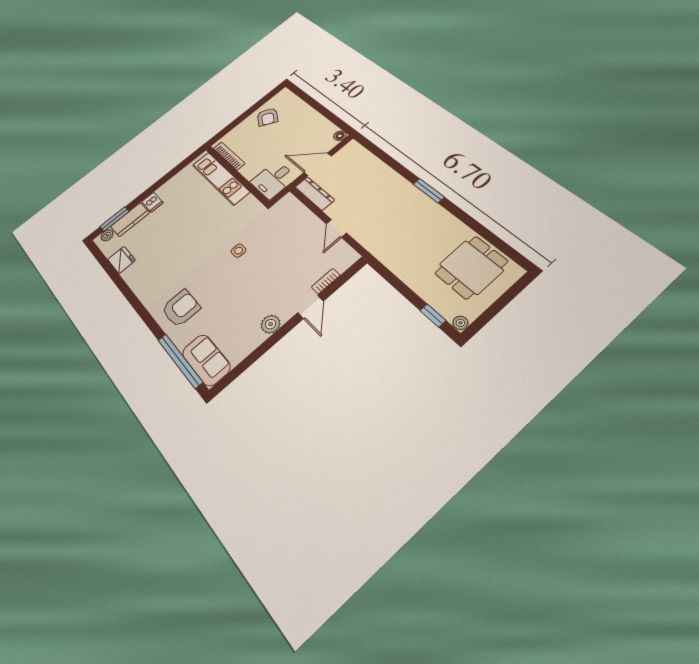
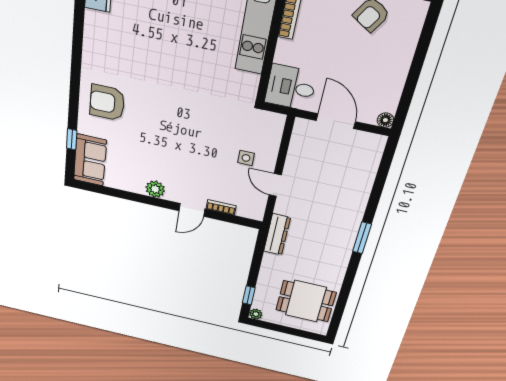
dresser: (315, 193) -> (277, 235), moved
door: (336, 228) -> (275, 185), hinge flipped
side table: (239, 251) -> (246, 158), moved
armchair: (181, 308) -> (107, 103), turned 180
window: (180, 361) -> (72, 139), width x0.32

